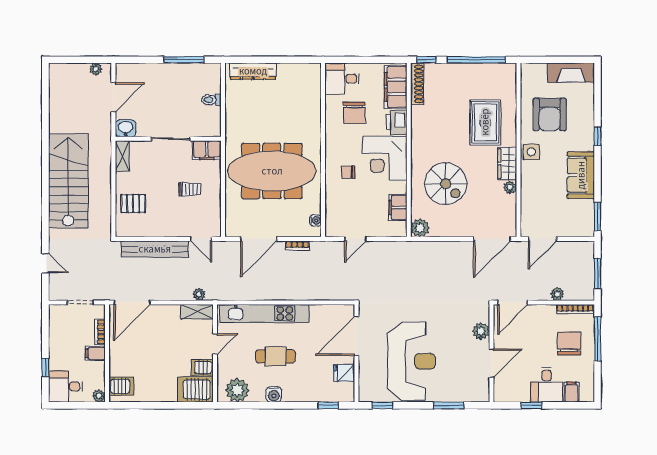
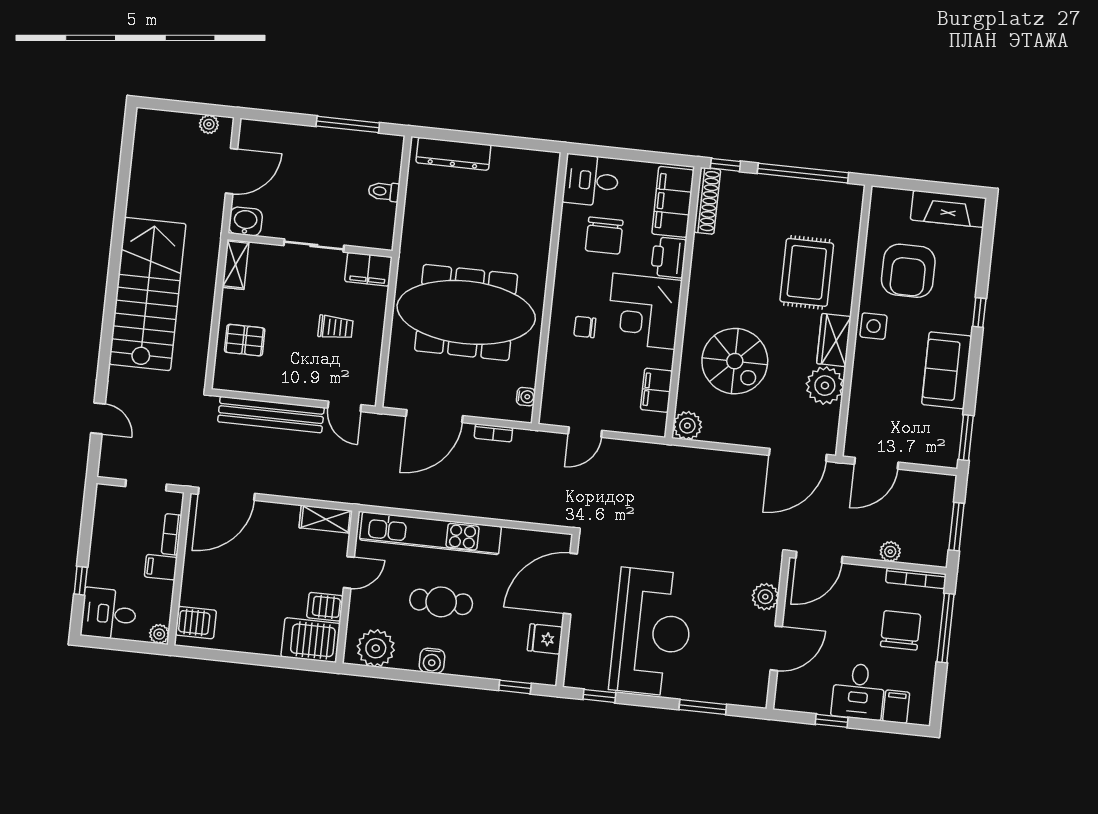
plant: (510, 187) -> (825, 386), width x1.88, depth x1.88
plant: (199, 294) -> (332, 493), removed

